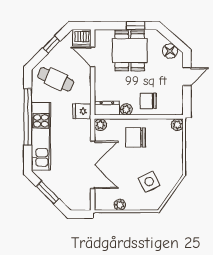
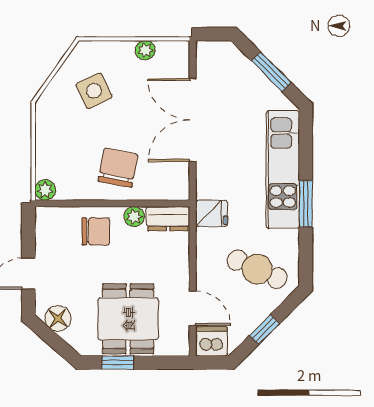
window: (28, 117) -> (306, 204), width x0.47
plant: (100, 125) -> (179, 190), removed
chair: (136, 137) -> (118, 168), turned -79

